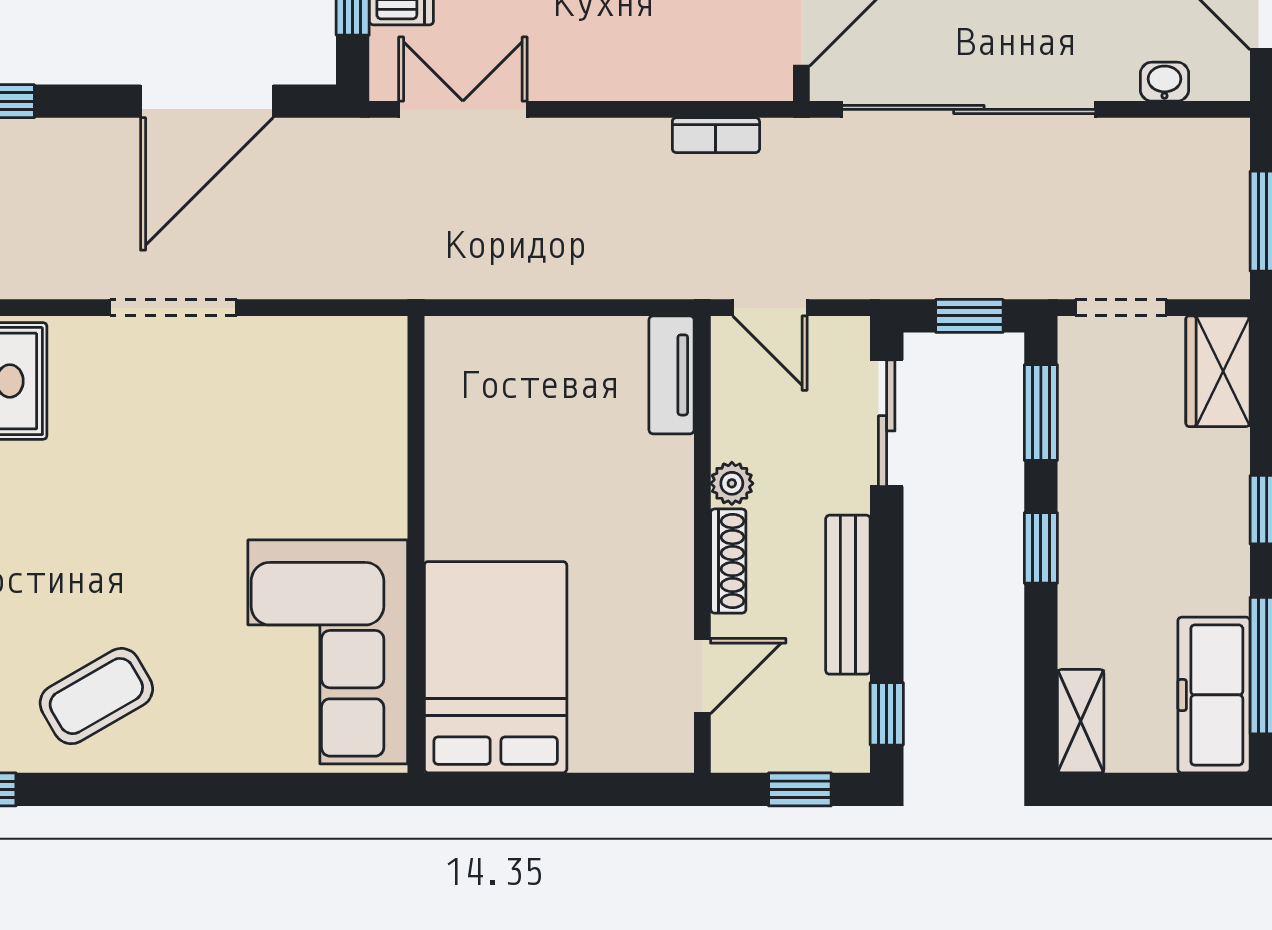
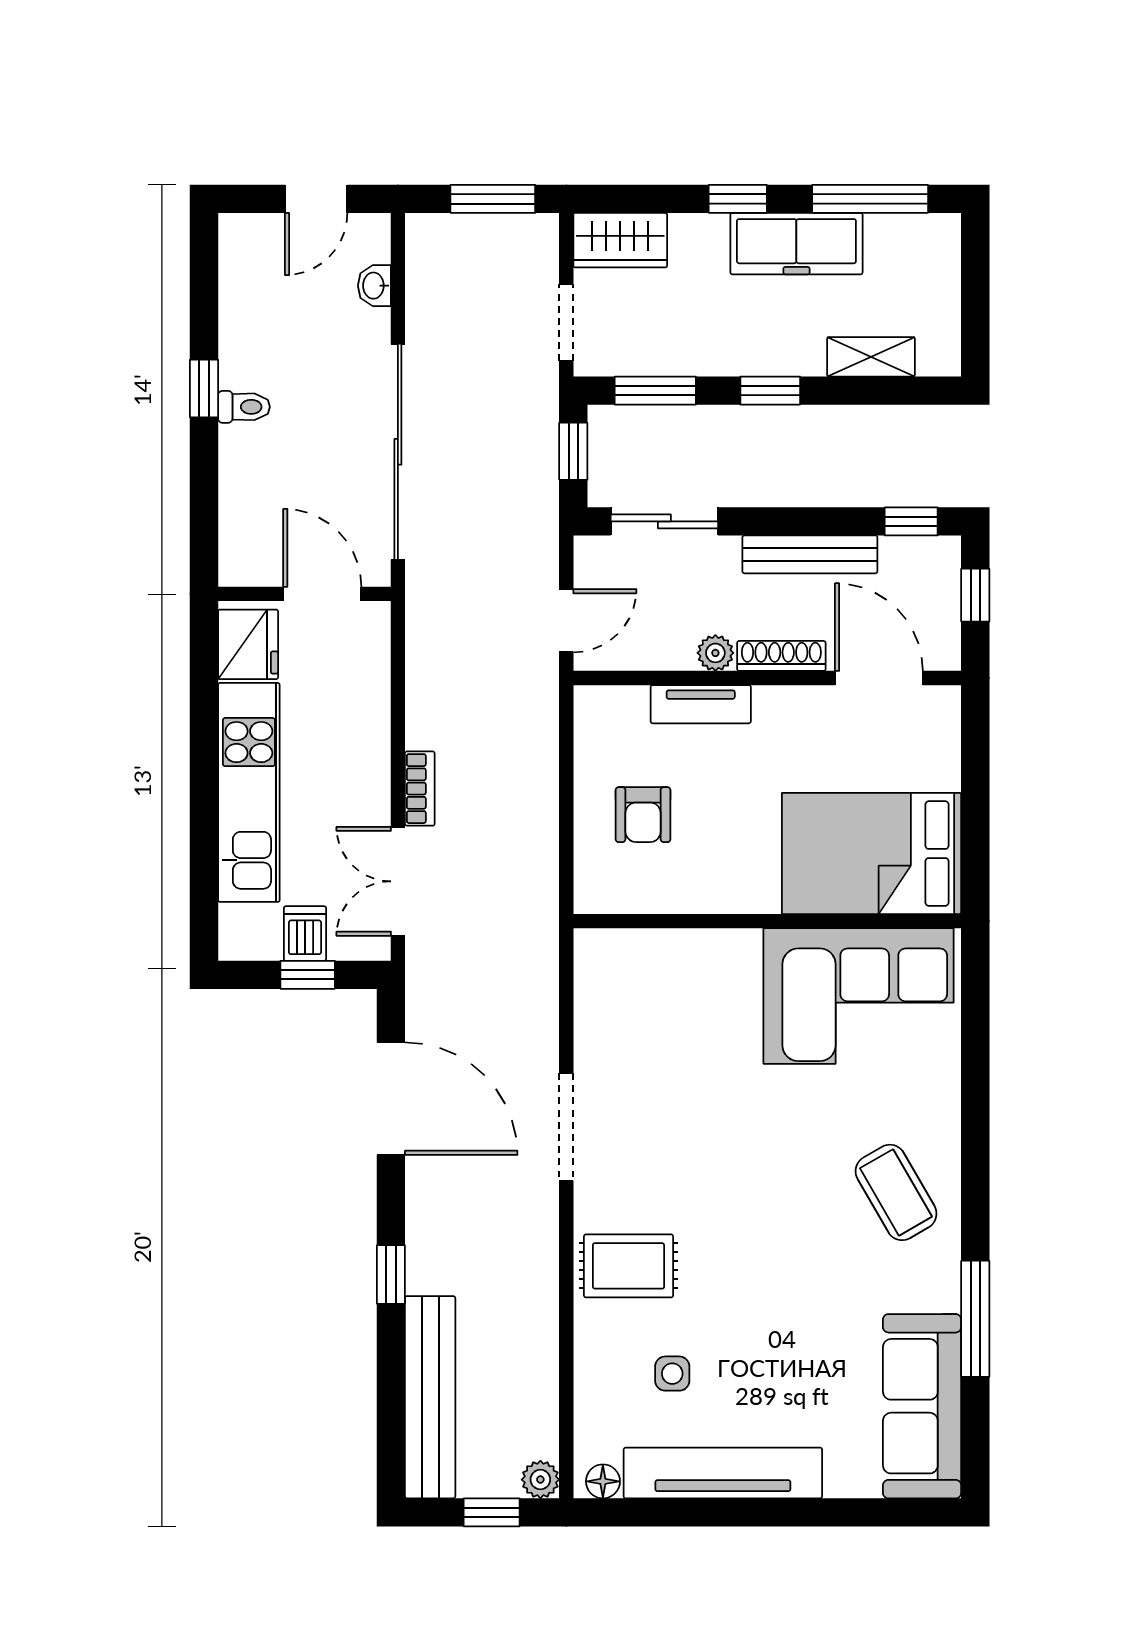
bookcase: (716, 135) -> (420, 789), moved
tv unit: (672, 375) -> (701, 704), moved
armchair: (541, 398) -> (643, 815), added
door: (702, 676) -> (879, 678), width x1.38
freezer: (1214, 695) -> (796, 244), moved
shelving: (1081, 721) -> (871, 357), moved

